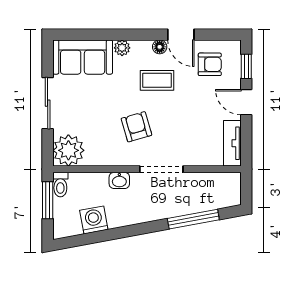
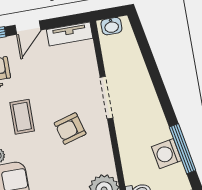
washbasin: (119, 180) -> (111, 26), moved, turned 90
window: (193, 219) -> (183, 149), moved

